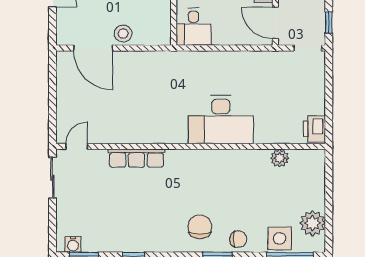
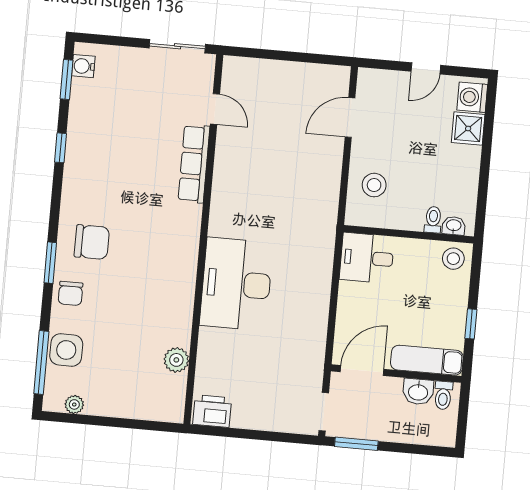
window: (329, 22) -> (356, 444), width x1.50
stool: (123, 34) -> (374, 185), moved
door: (93, 48) -> (350, 118), width x0.73
door: (77, 146) -> (215, 109), moved
plant: (313, 223) -> (74, 404), width x0.53, depth x0.53

